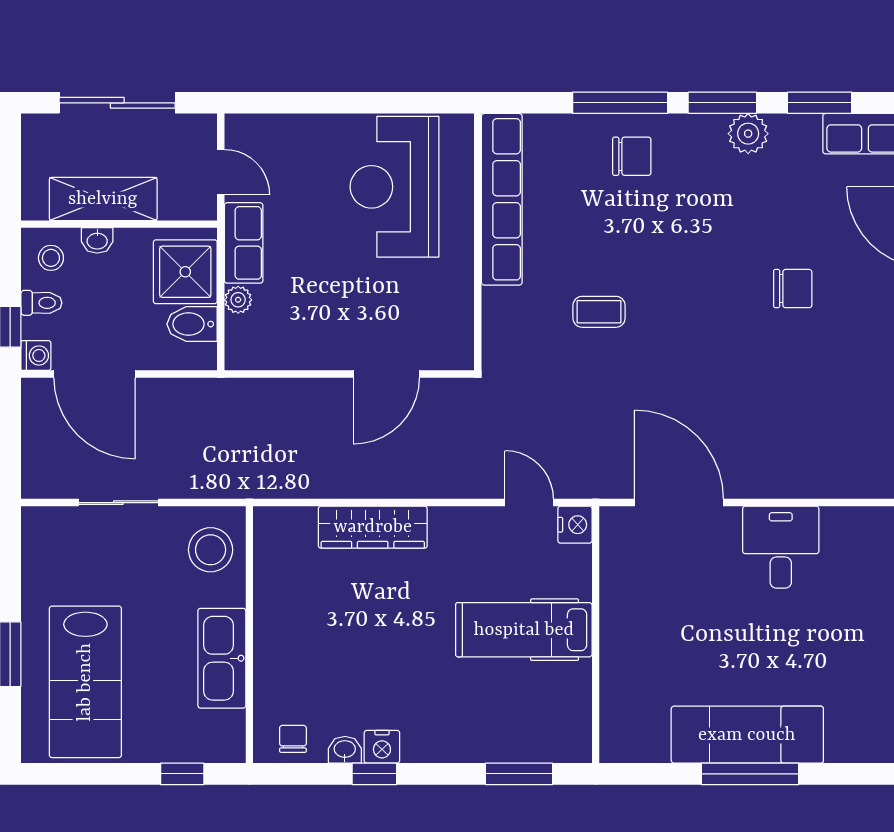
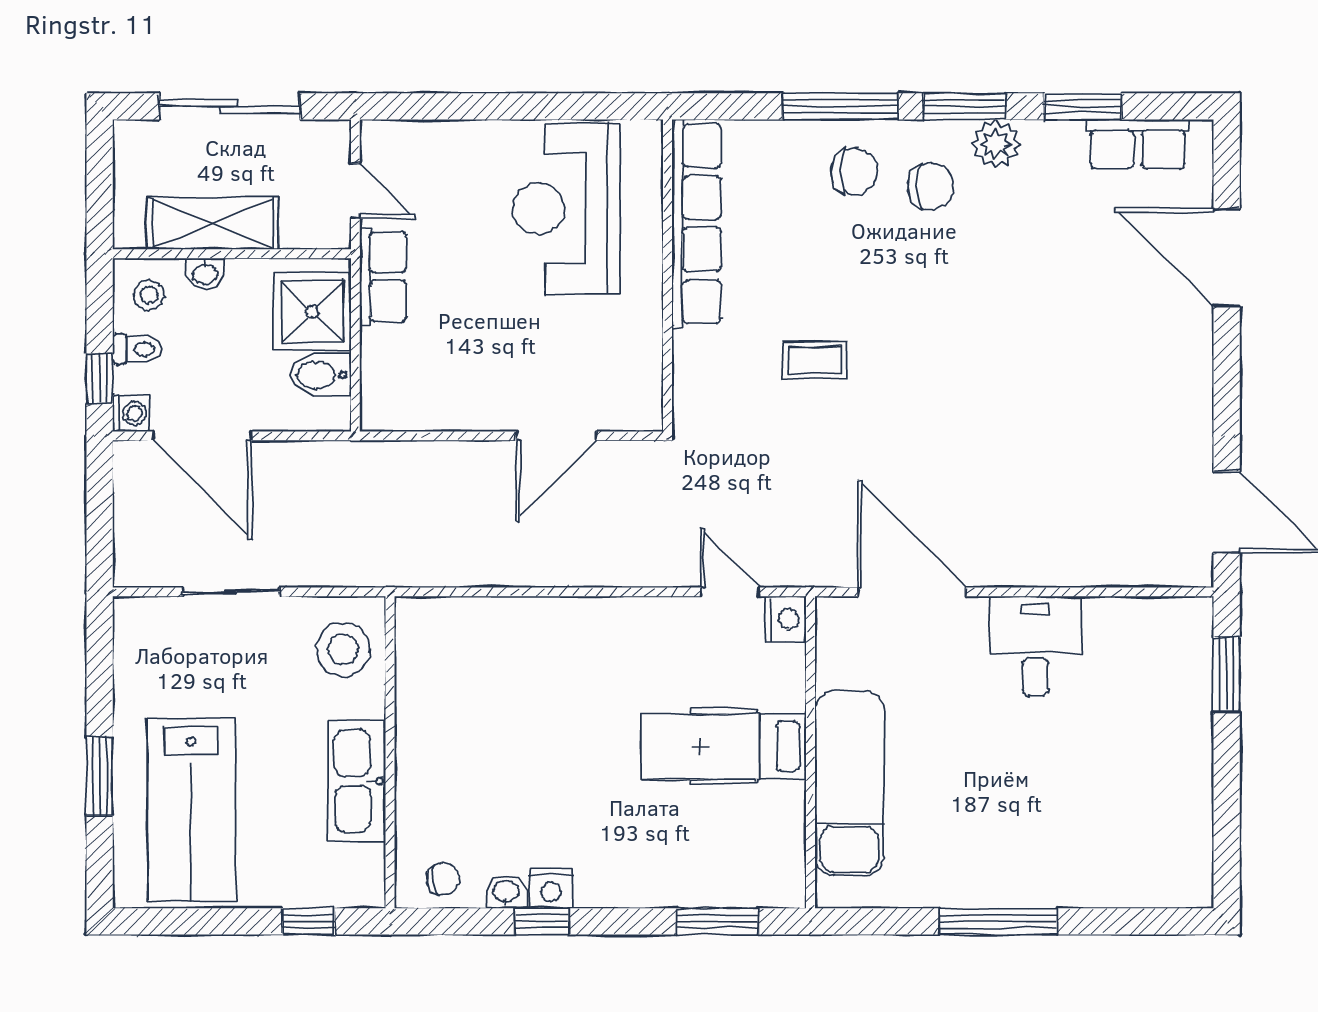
chair: (793, 289) -> (931, 186), moved
plant: (238, 300) -> (376, 346), removed
wardrobe: (373, 527) -> (540, 622), removed
exam couch: (747, 735) -> (849, 783), moved, turned 90
chair: (293, 739) -> (443, 879), turned 81

